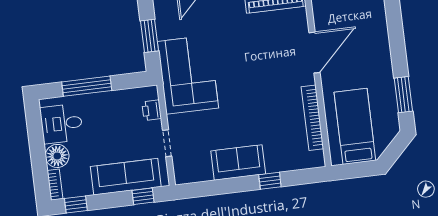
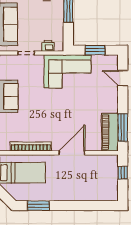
door: (315, 53) -> (72, 153), swing flipped

